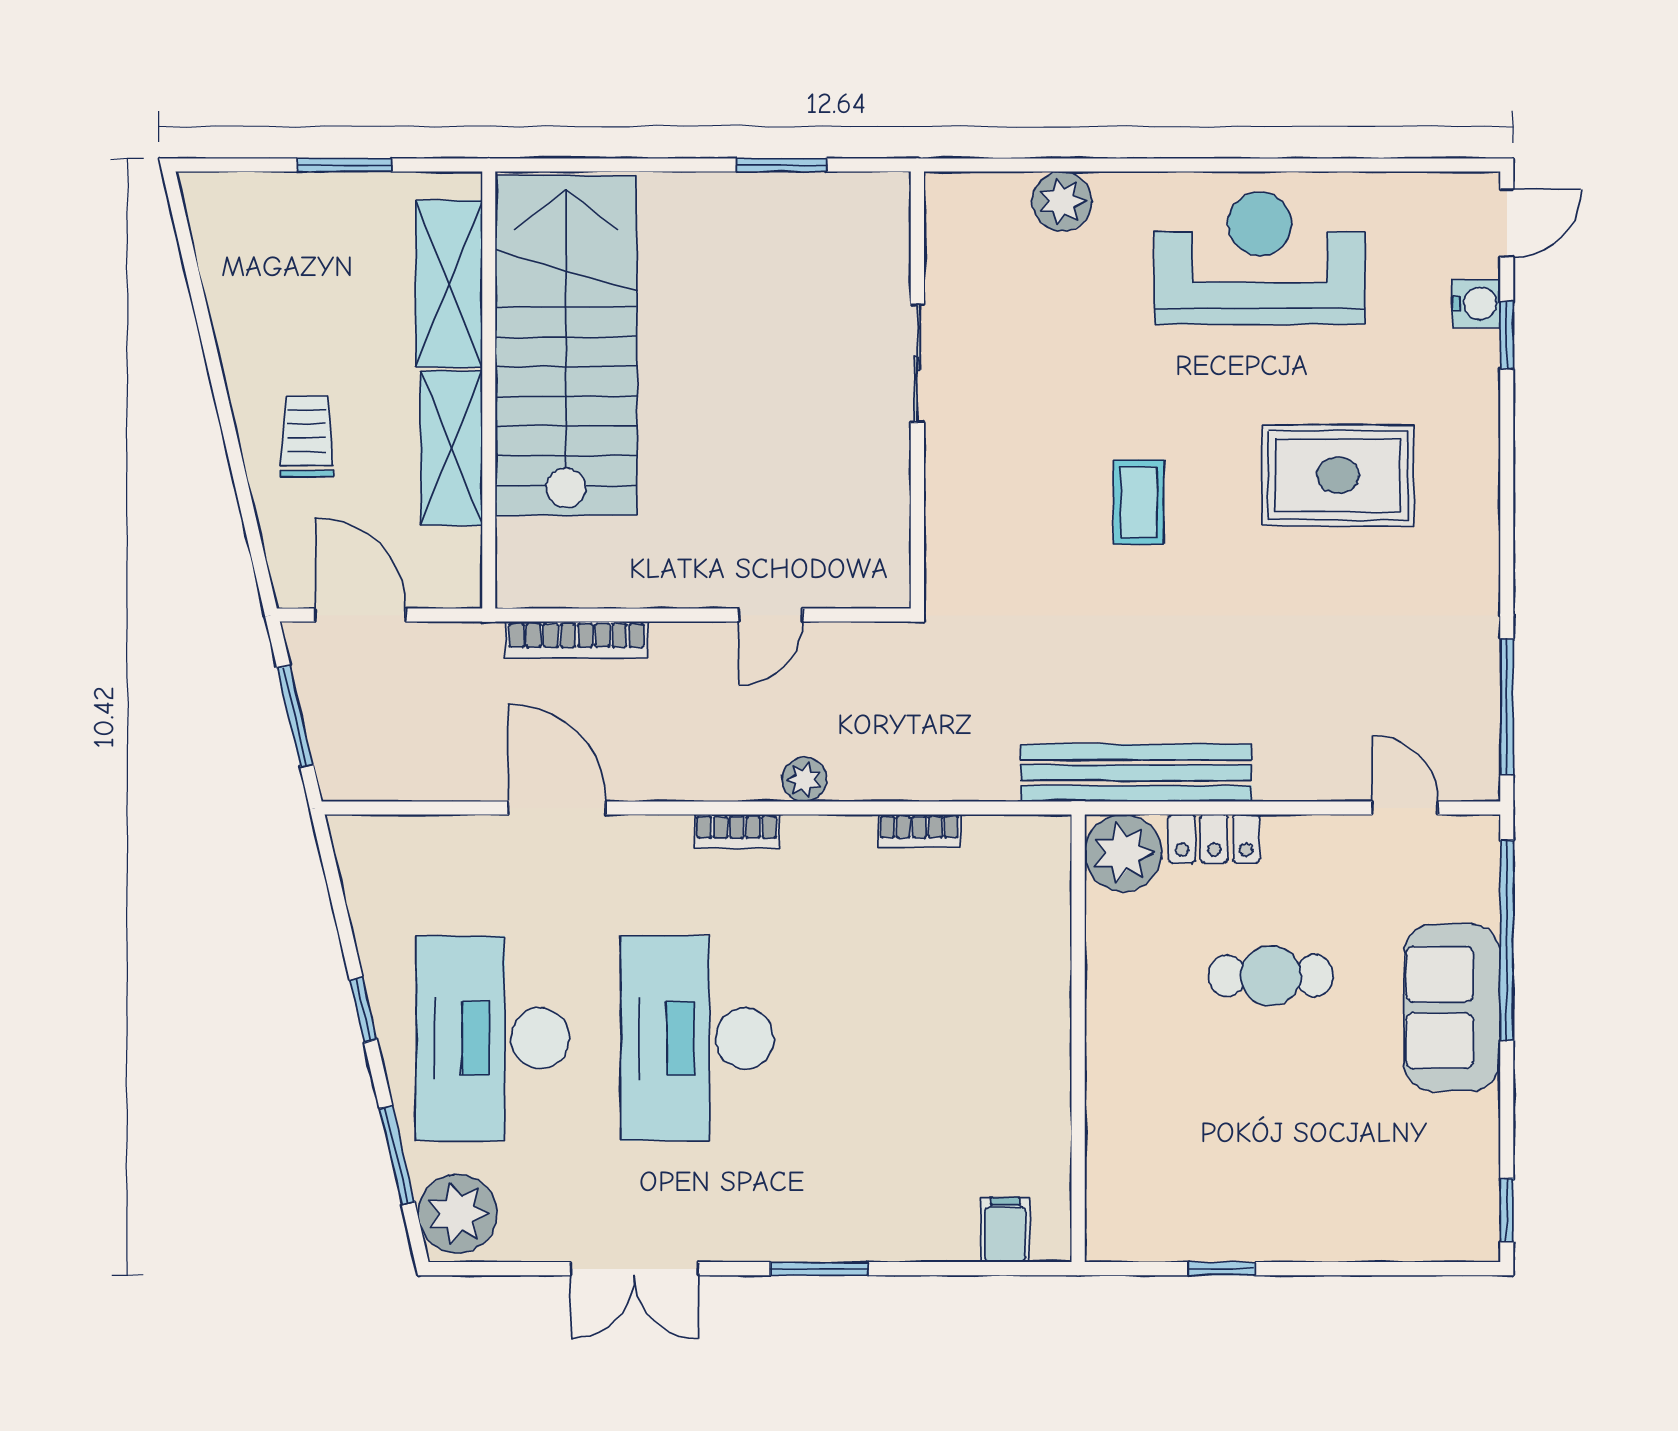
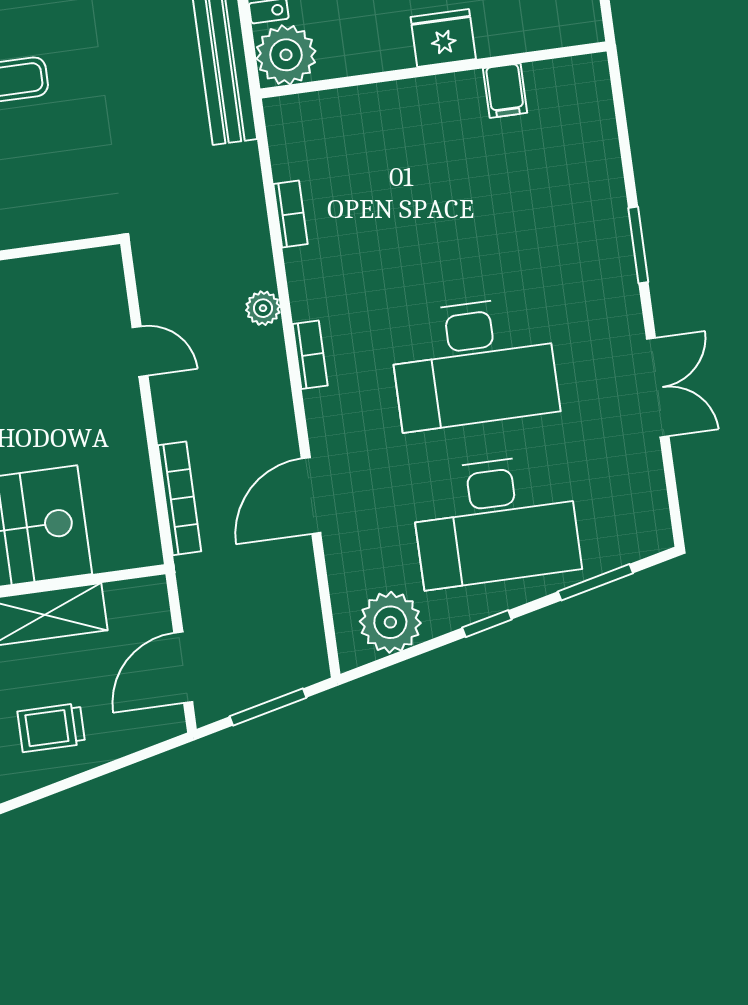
fridge: (1117, 1056) -> (443, 38), added
plant: (458, 1214) -> (390, 622), moved
filing cabinet: (1005, 1230) -> (505, 91), moved, turned -90

